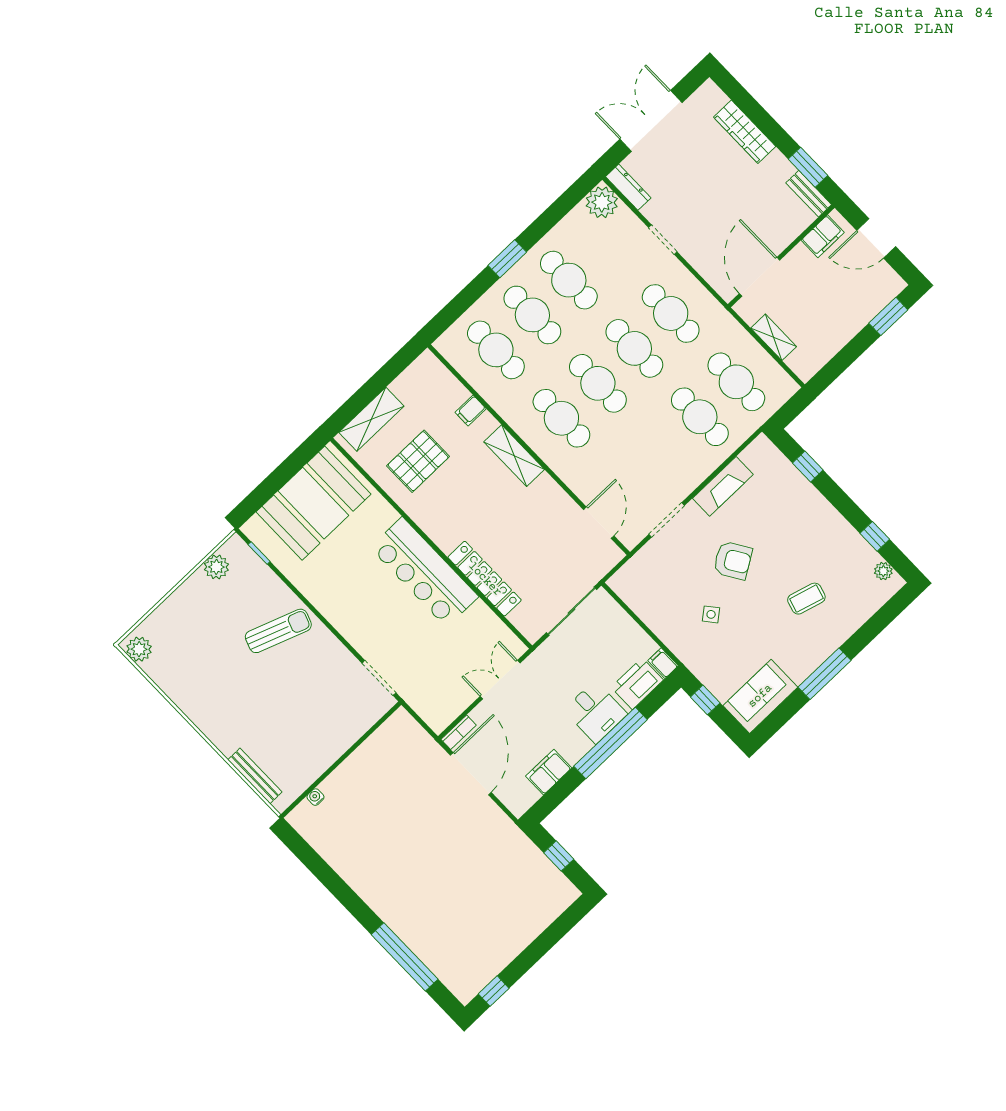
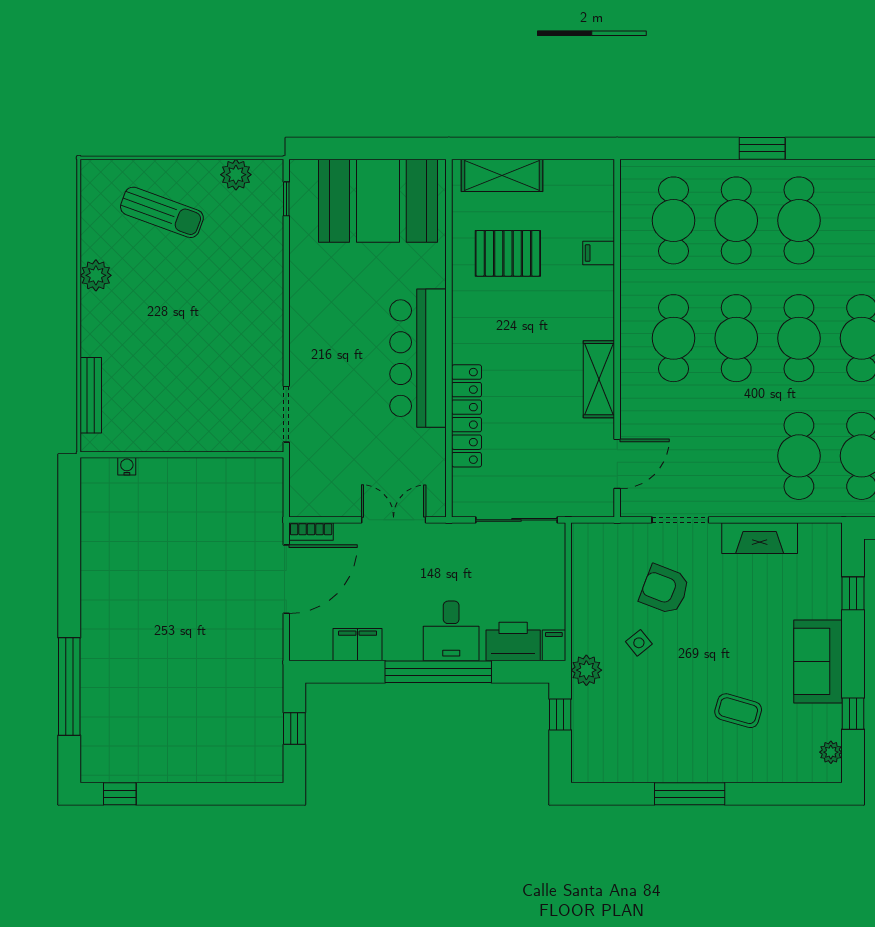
shelving: (514, 456) -> (599, 379), moved
armchair: (733, 560) -> (664, 589), moved, turned 143
sun lounger: (278, 631) -> (162, 212), moved
plant: (139, 649) -> (96, 275), moved
plant: (696, 660) -> (586, 670), added
sofa: (760, 696) -> (818, 661), moved, turned -90

